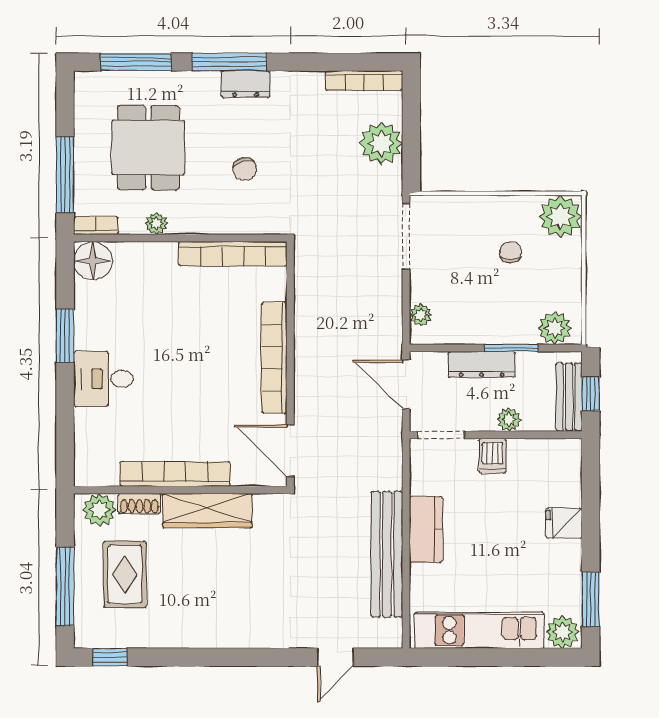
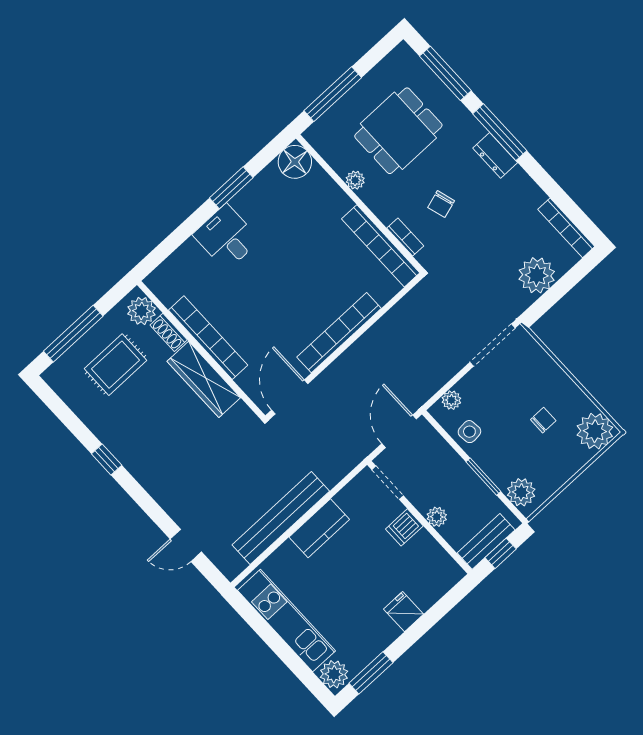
bookcase: (96, 226) -> (405, 237), moved
side table: (462, 324) -> (469, 432), added
dresser: (482, 365) -> (456, 467), removed
window: (110, 657) -> (107, 460), moved

